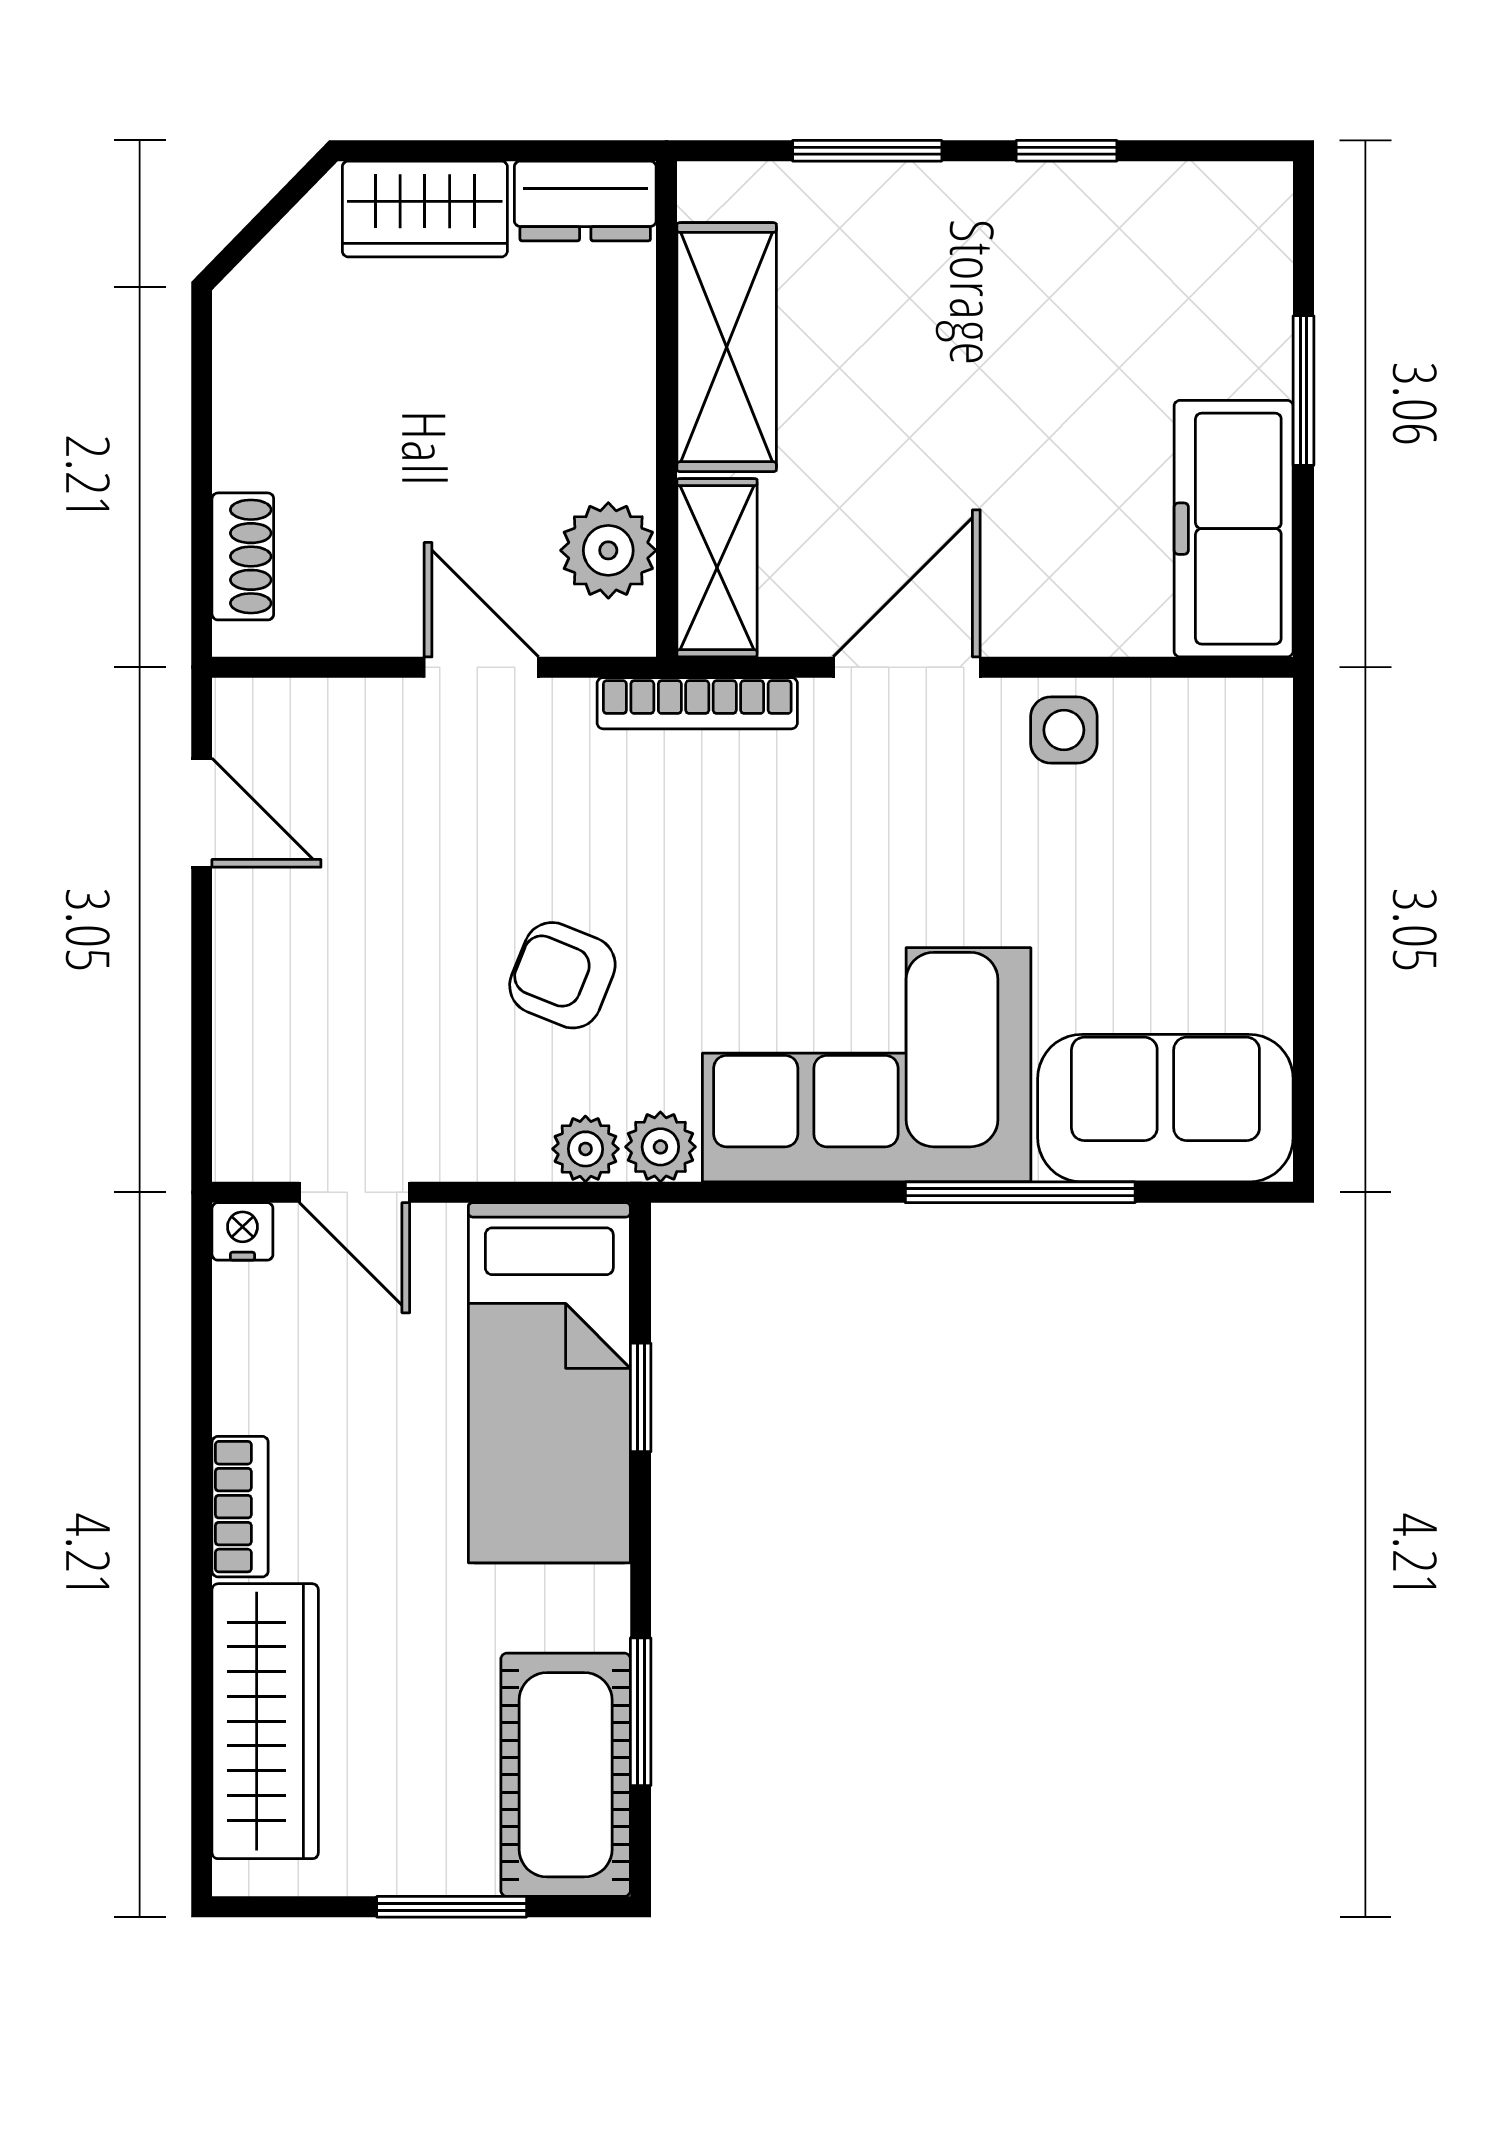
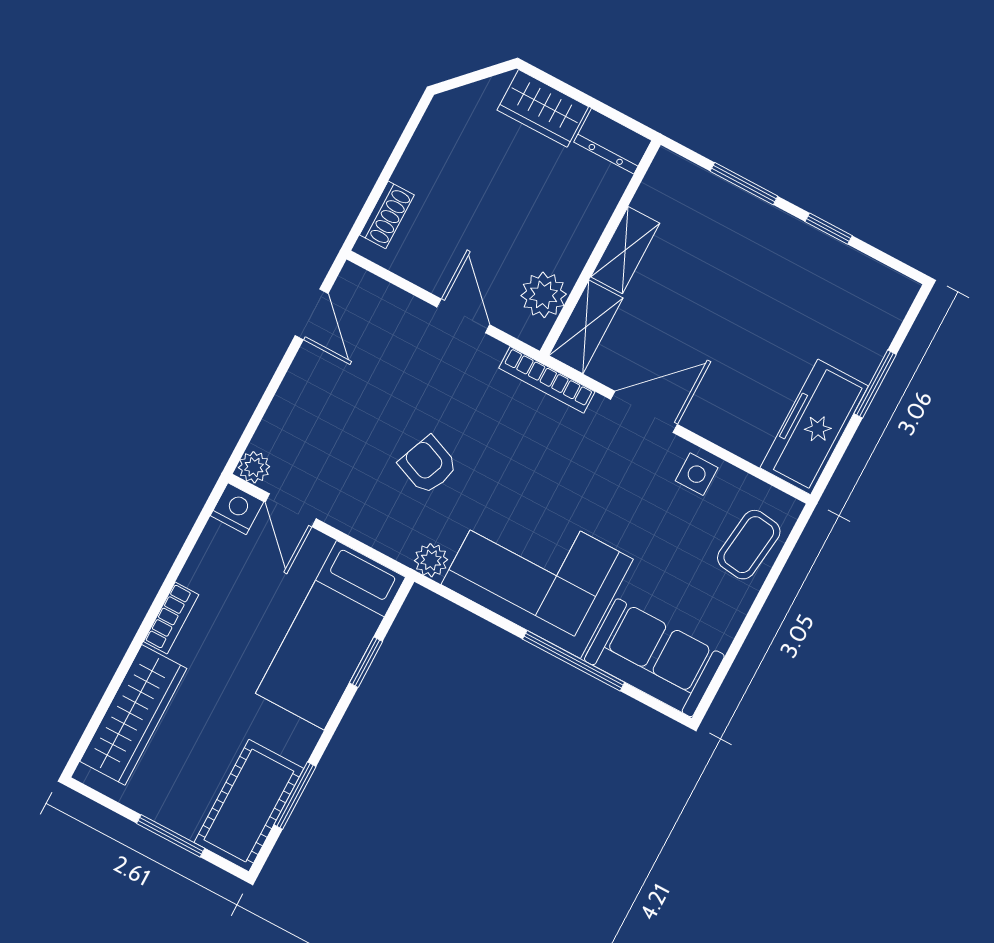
shelving: (727, 347) -> (625, 250), width x0.67, depth x0.75
coffee table: (1228, 808) -> (749, 545), added
plant: (585, 1149) -> (254, 467), moved
nightstand: (242, 1231) -> (237, 509), width x1.39, depth x1.35

